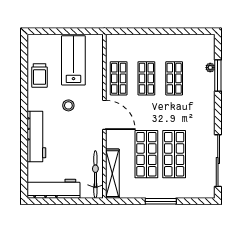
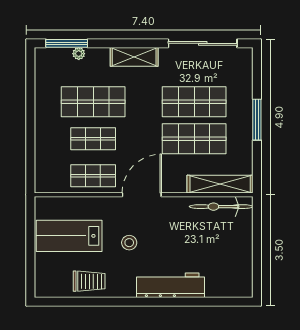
window: (218, 75) -> (67, 43), moved
shop shelf: (174, 78) -> (93, 102), width x1.43, depth x1.36
shelving: (208, 109) -> (134, 57), added
workbench: (53, 189) -> (240, 263), removed

